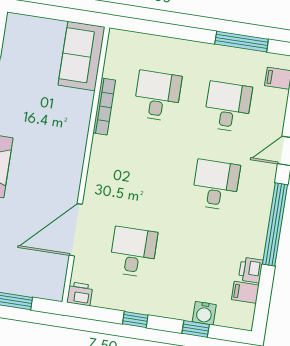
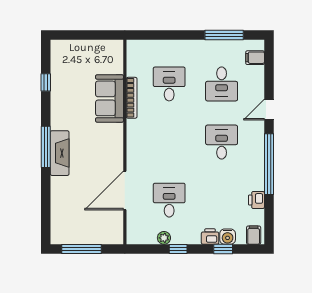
sofa: (82, 56) -> (110, 98), moved
desk: (228, 107) -> (222, 84), turned 180
filing cabinet: (245, 292) -> (254, 235), moved, turned 90
printer: (80, 294) -> (210, 237), moved
plant: (118, 302) -> (164, 238), added

